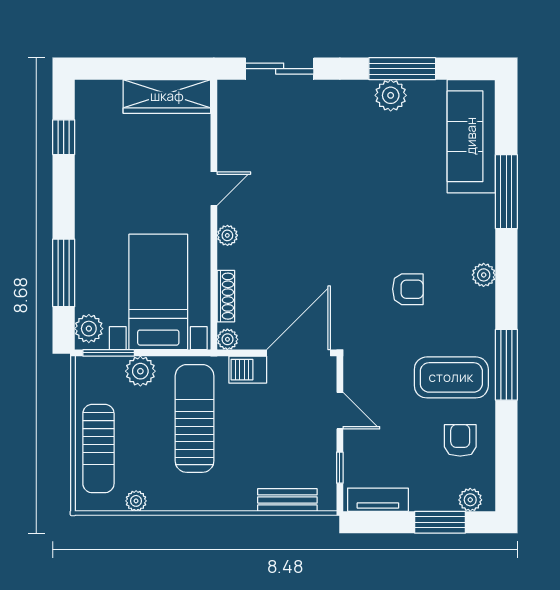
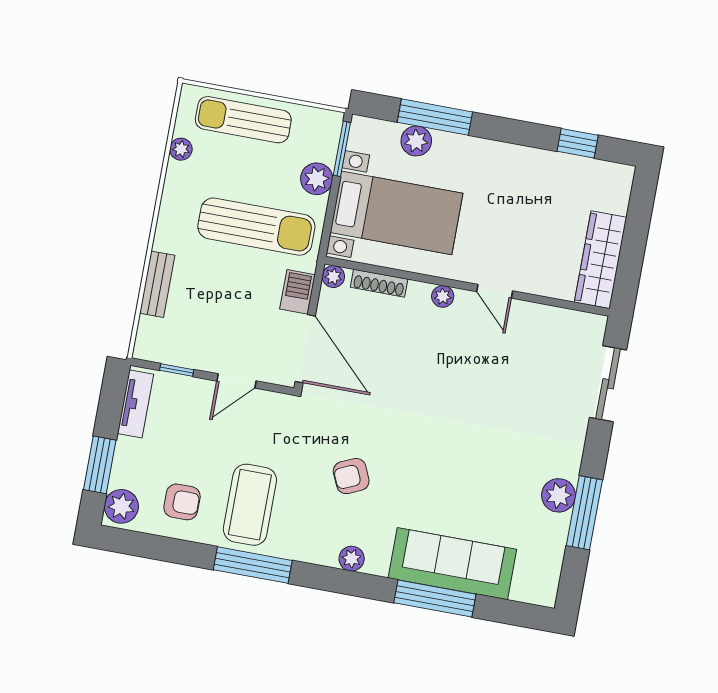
sofa: (471, 136) -> (452, 564), moved
armchair: (408, 289) -> (351, 476), turned 66
plant: (89, 329) -> (416, 141), moved
bench: (287, 500) -> (157, 284), moved
plant: (470, 500) -> (121, 506), width x1.38, depth x1.38

